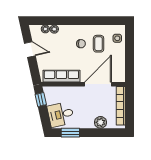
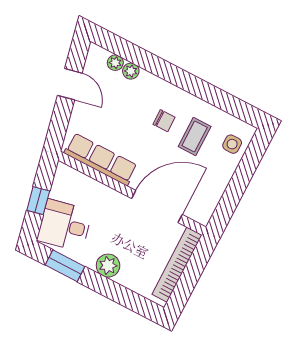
window: (41, 99) -> (38, 201), moved
plant: (100, 122) -> (108, 266), moved

